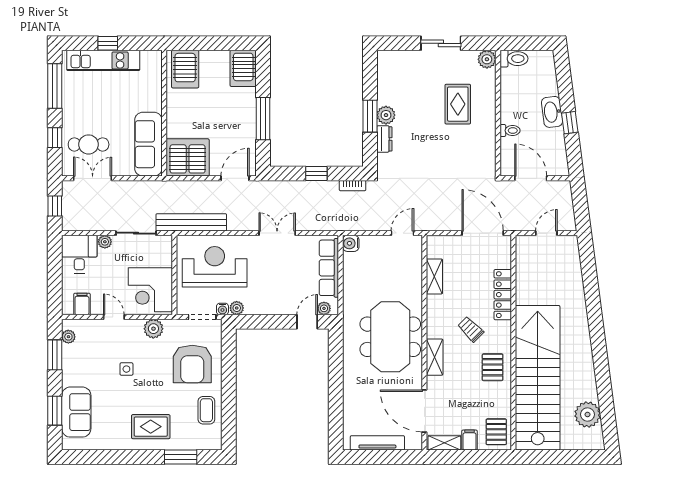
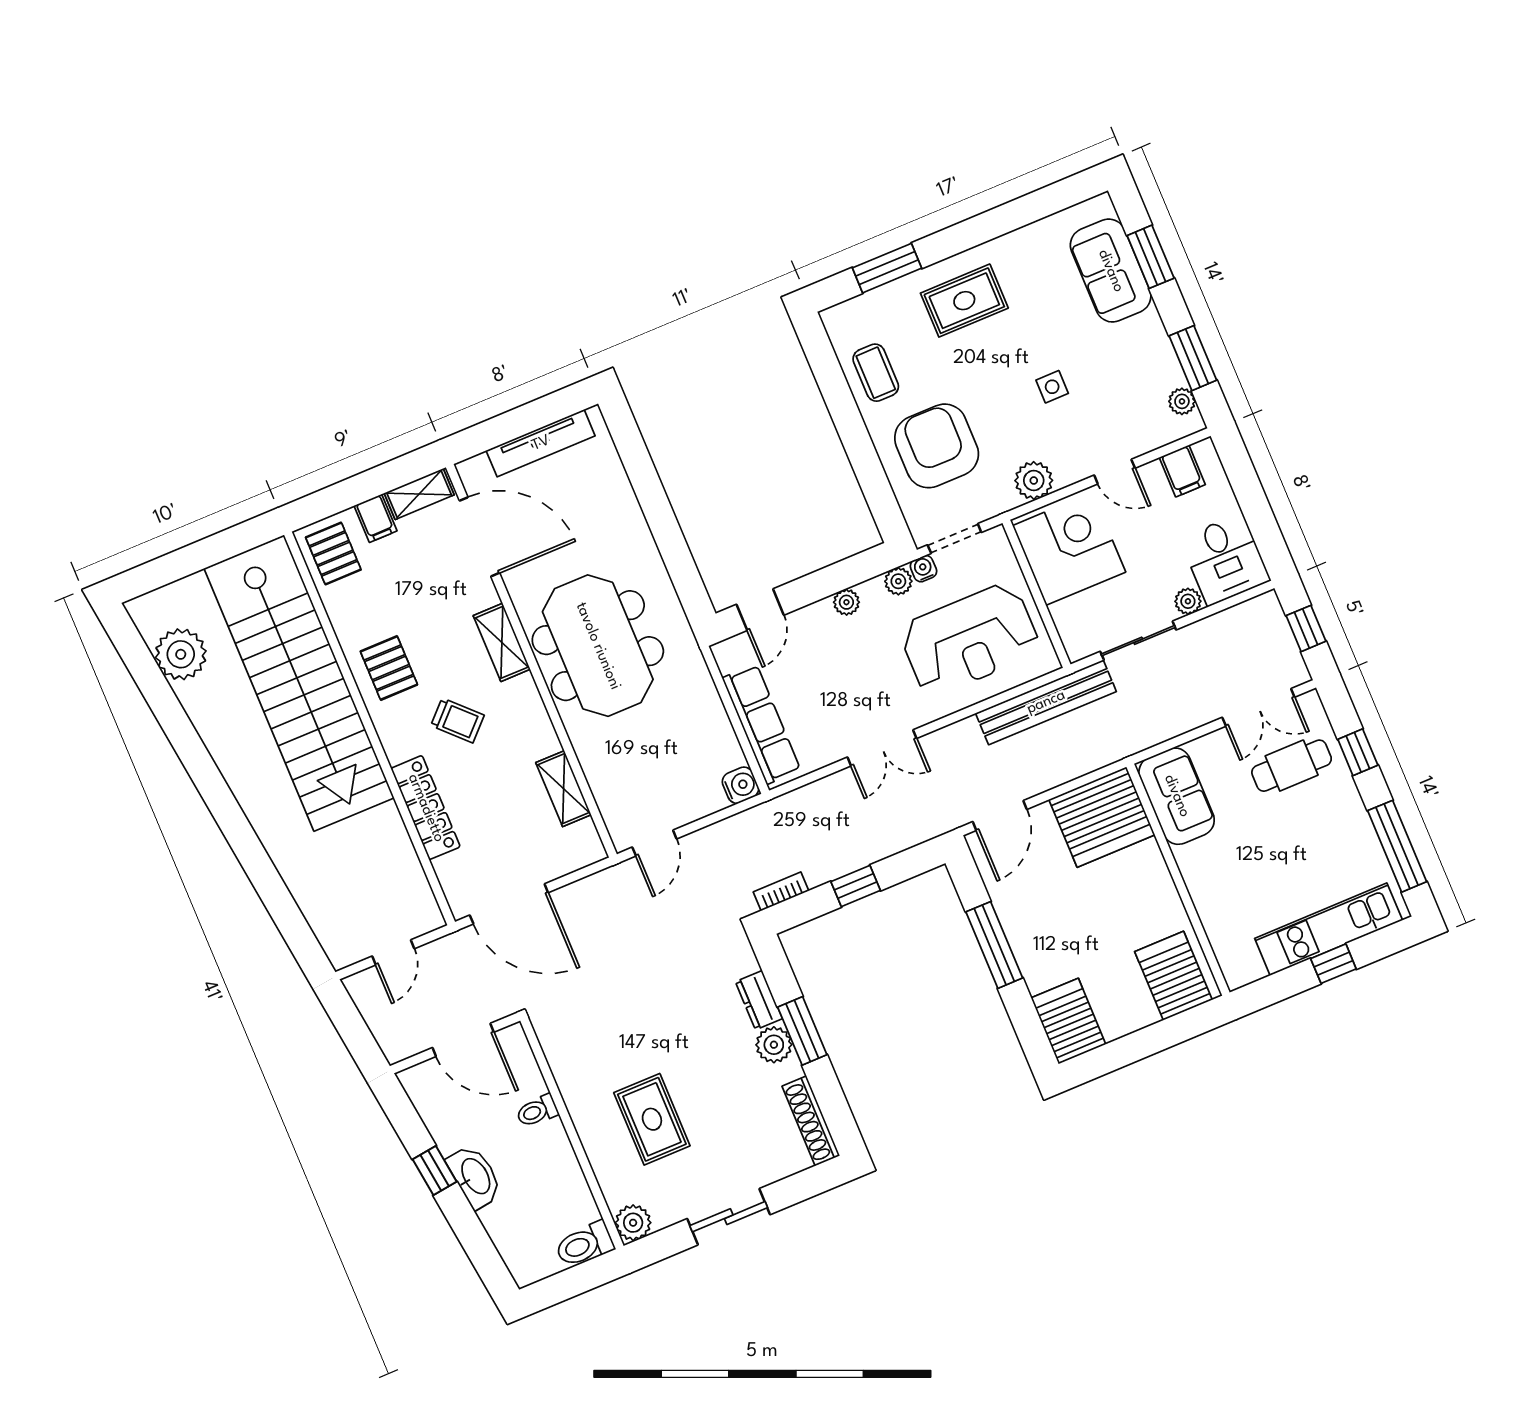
shoe rack: (384, 72) -> (811, 1121), added
sofa: (148, 144) -> (1177, 796), width x0.73
plant: (324, 308) -> (846, 602), moved

